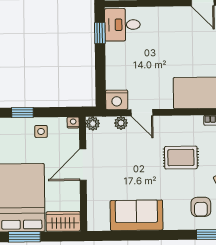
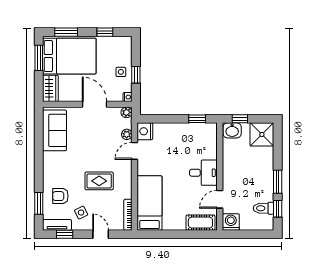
desk: (122, 25) -> (203, 173), moved, turned 90
window: (22, 112) -> (136, 75), moved
rug: (181, 158) -> (99, 181), turned 90
sofa: (136, 215) -> (55, 130), moved

